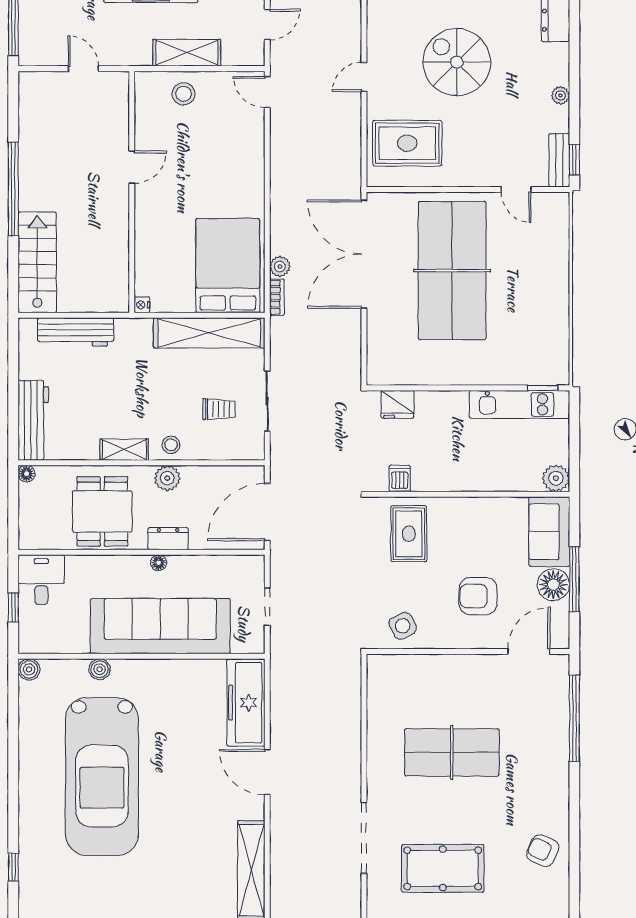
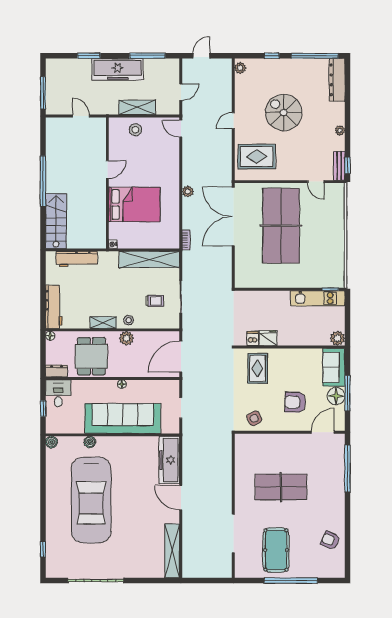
bed: (228, 266) -> (134, 205), moved, turned 90
plant: (280, 266) -> (188, 191), moved
fridge: (398, 404) -> (268, 338), moved, turned 180
dresser: (168, 539) -> (56, 371), moved
pool table: (443, 868) -> (276, 550), turned 90

